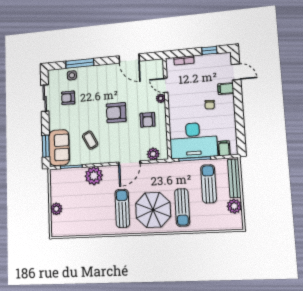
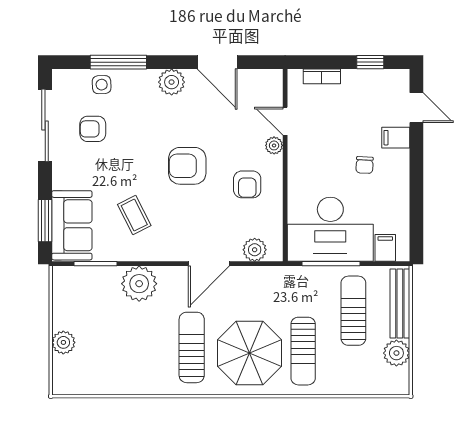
plant: (107, 71) -> (172, 82), added
sliding door: (45, 98) -> (45, 125), width x1.37

